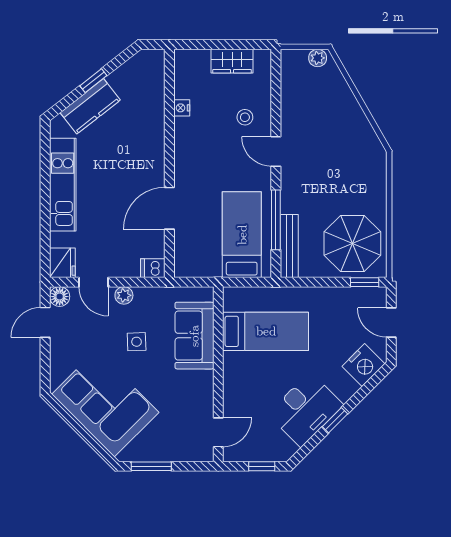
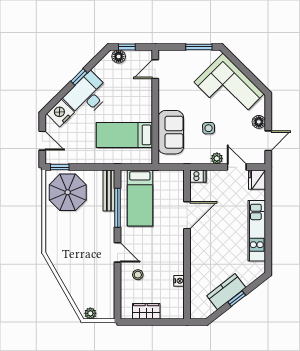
kitchen counter: (90, 106) -> (226, 292), moved
floor lamp: (60, 297) -> (259, 122), moved
desk: (306, 409) -> (87, 95), moved
floor lamp: (274, 452) -> (119, 56), added

